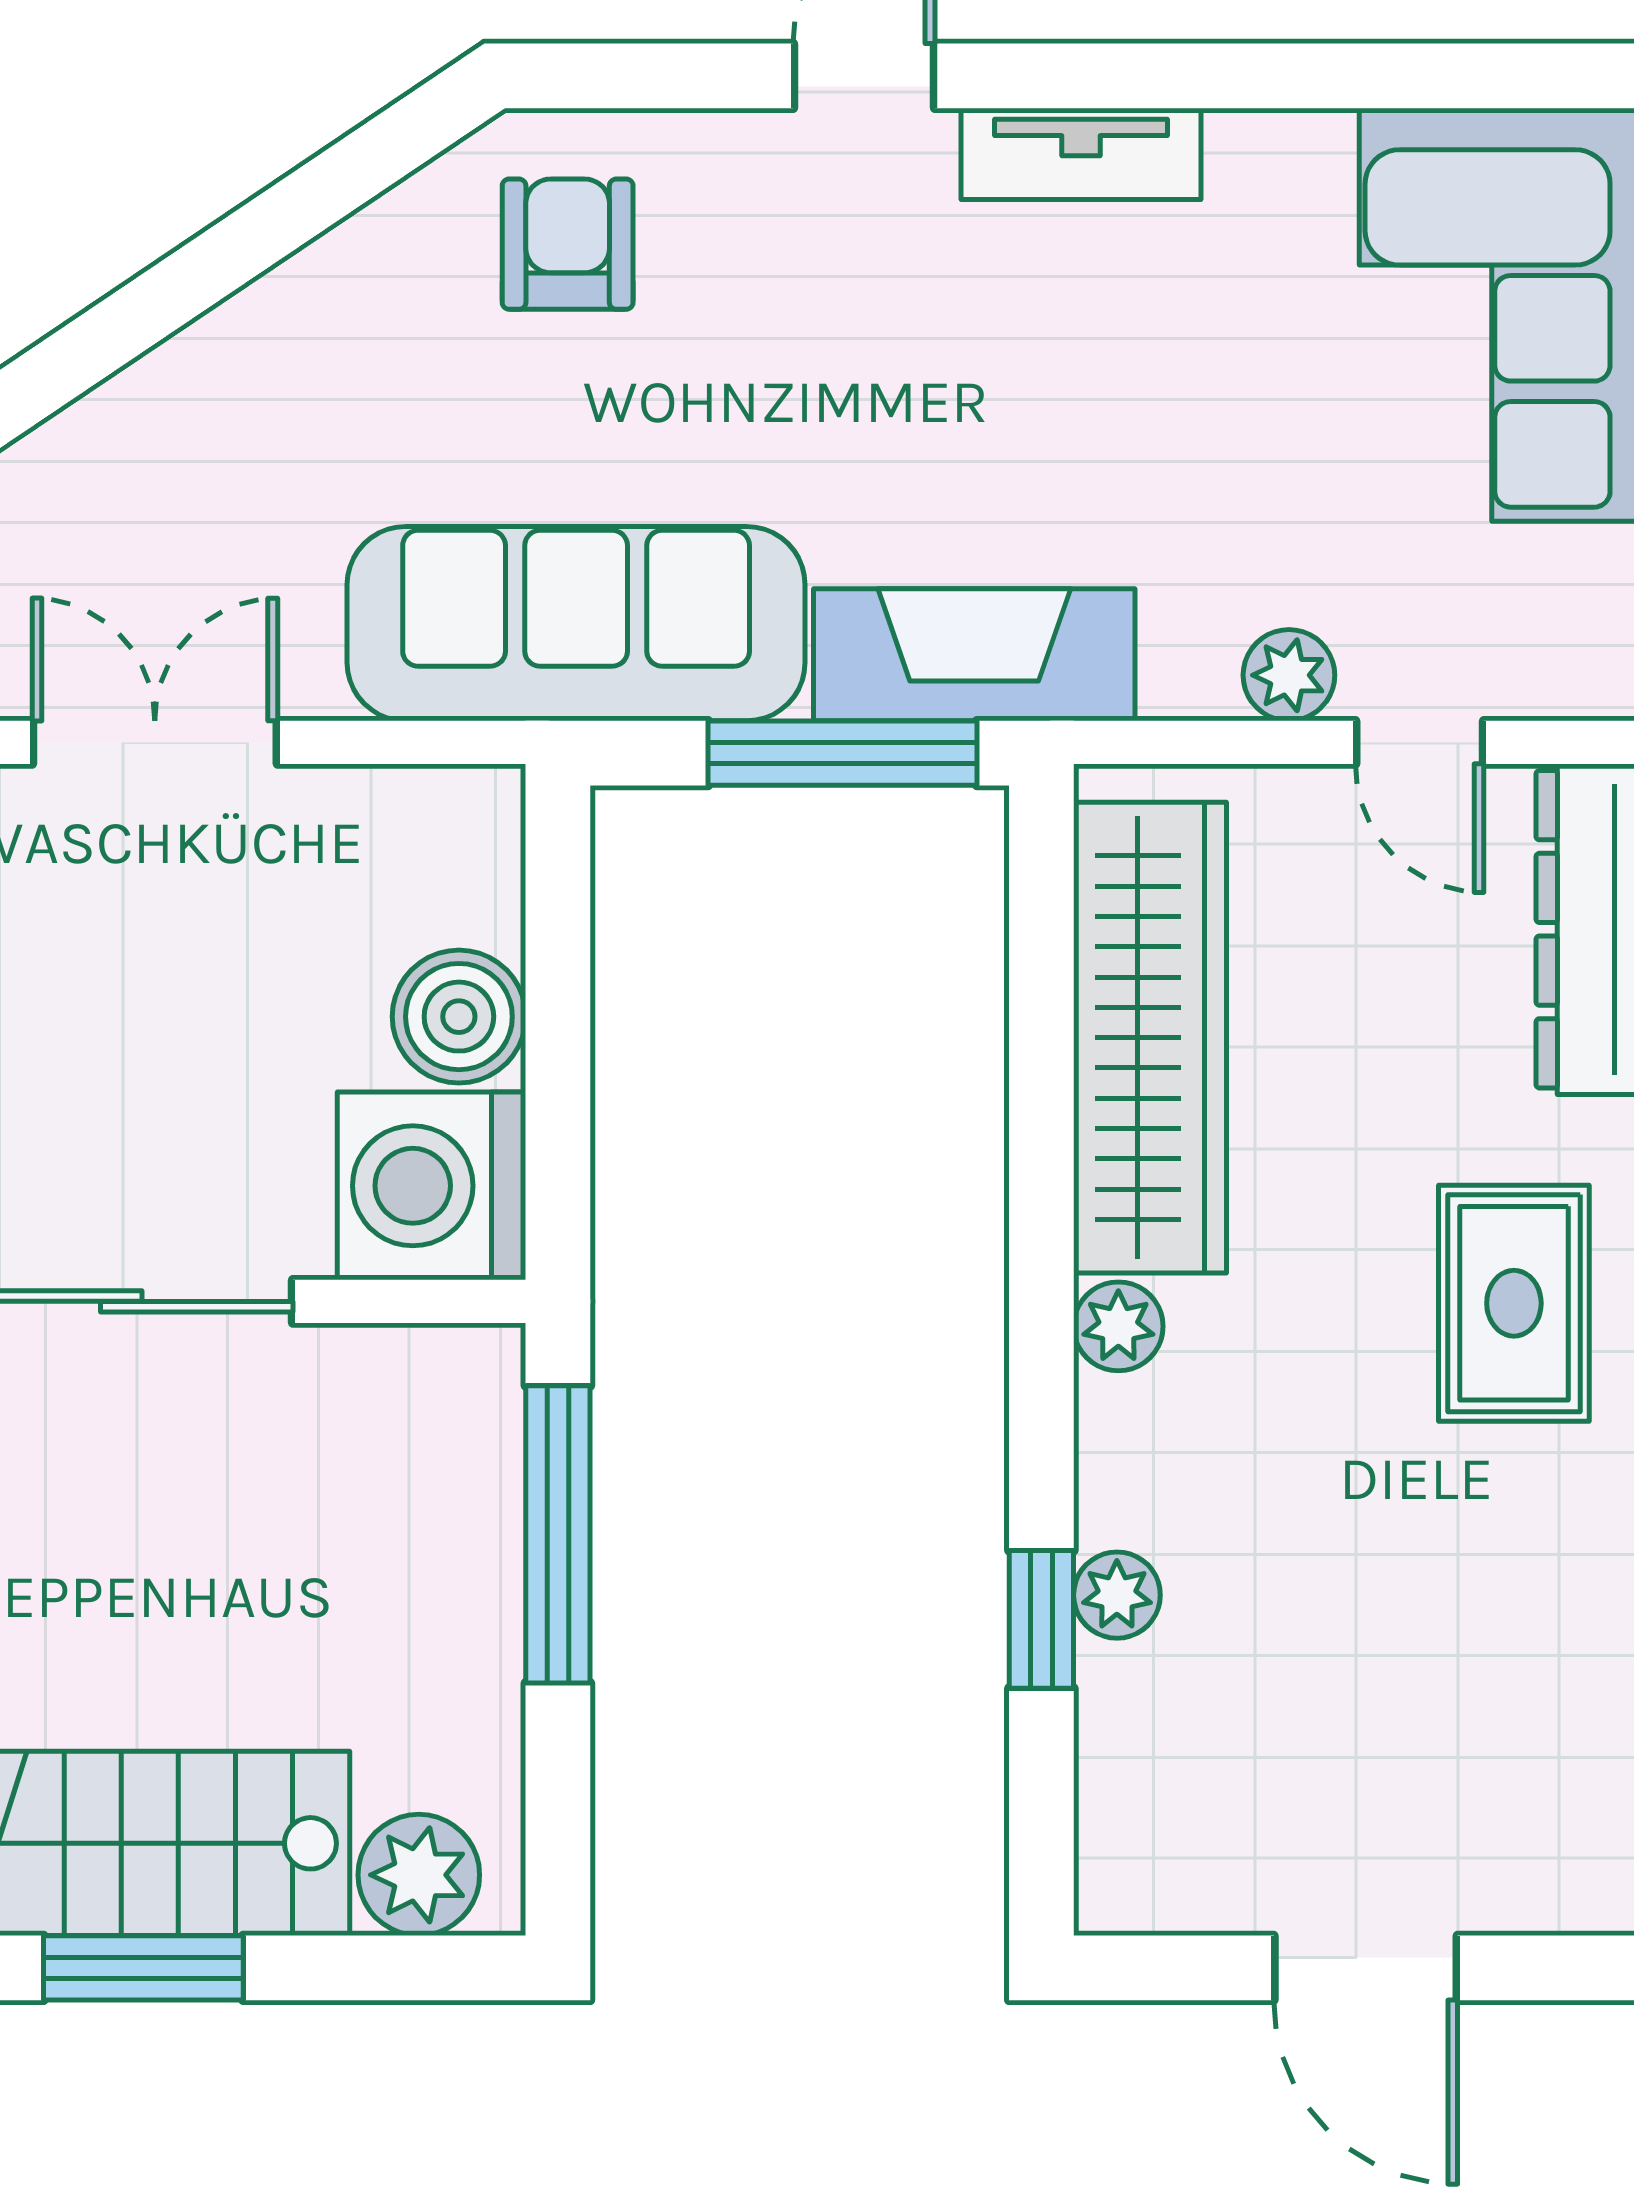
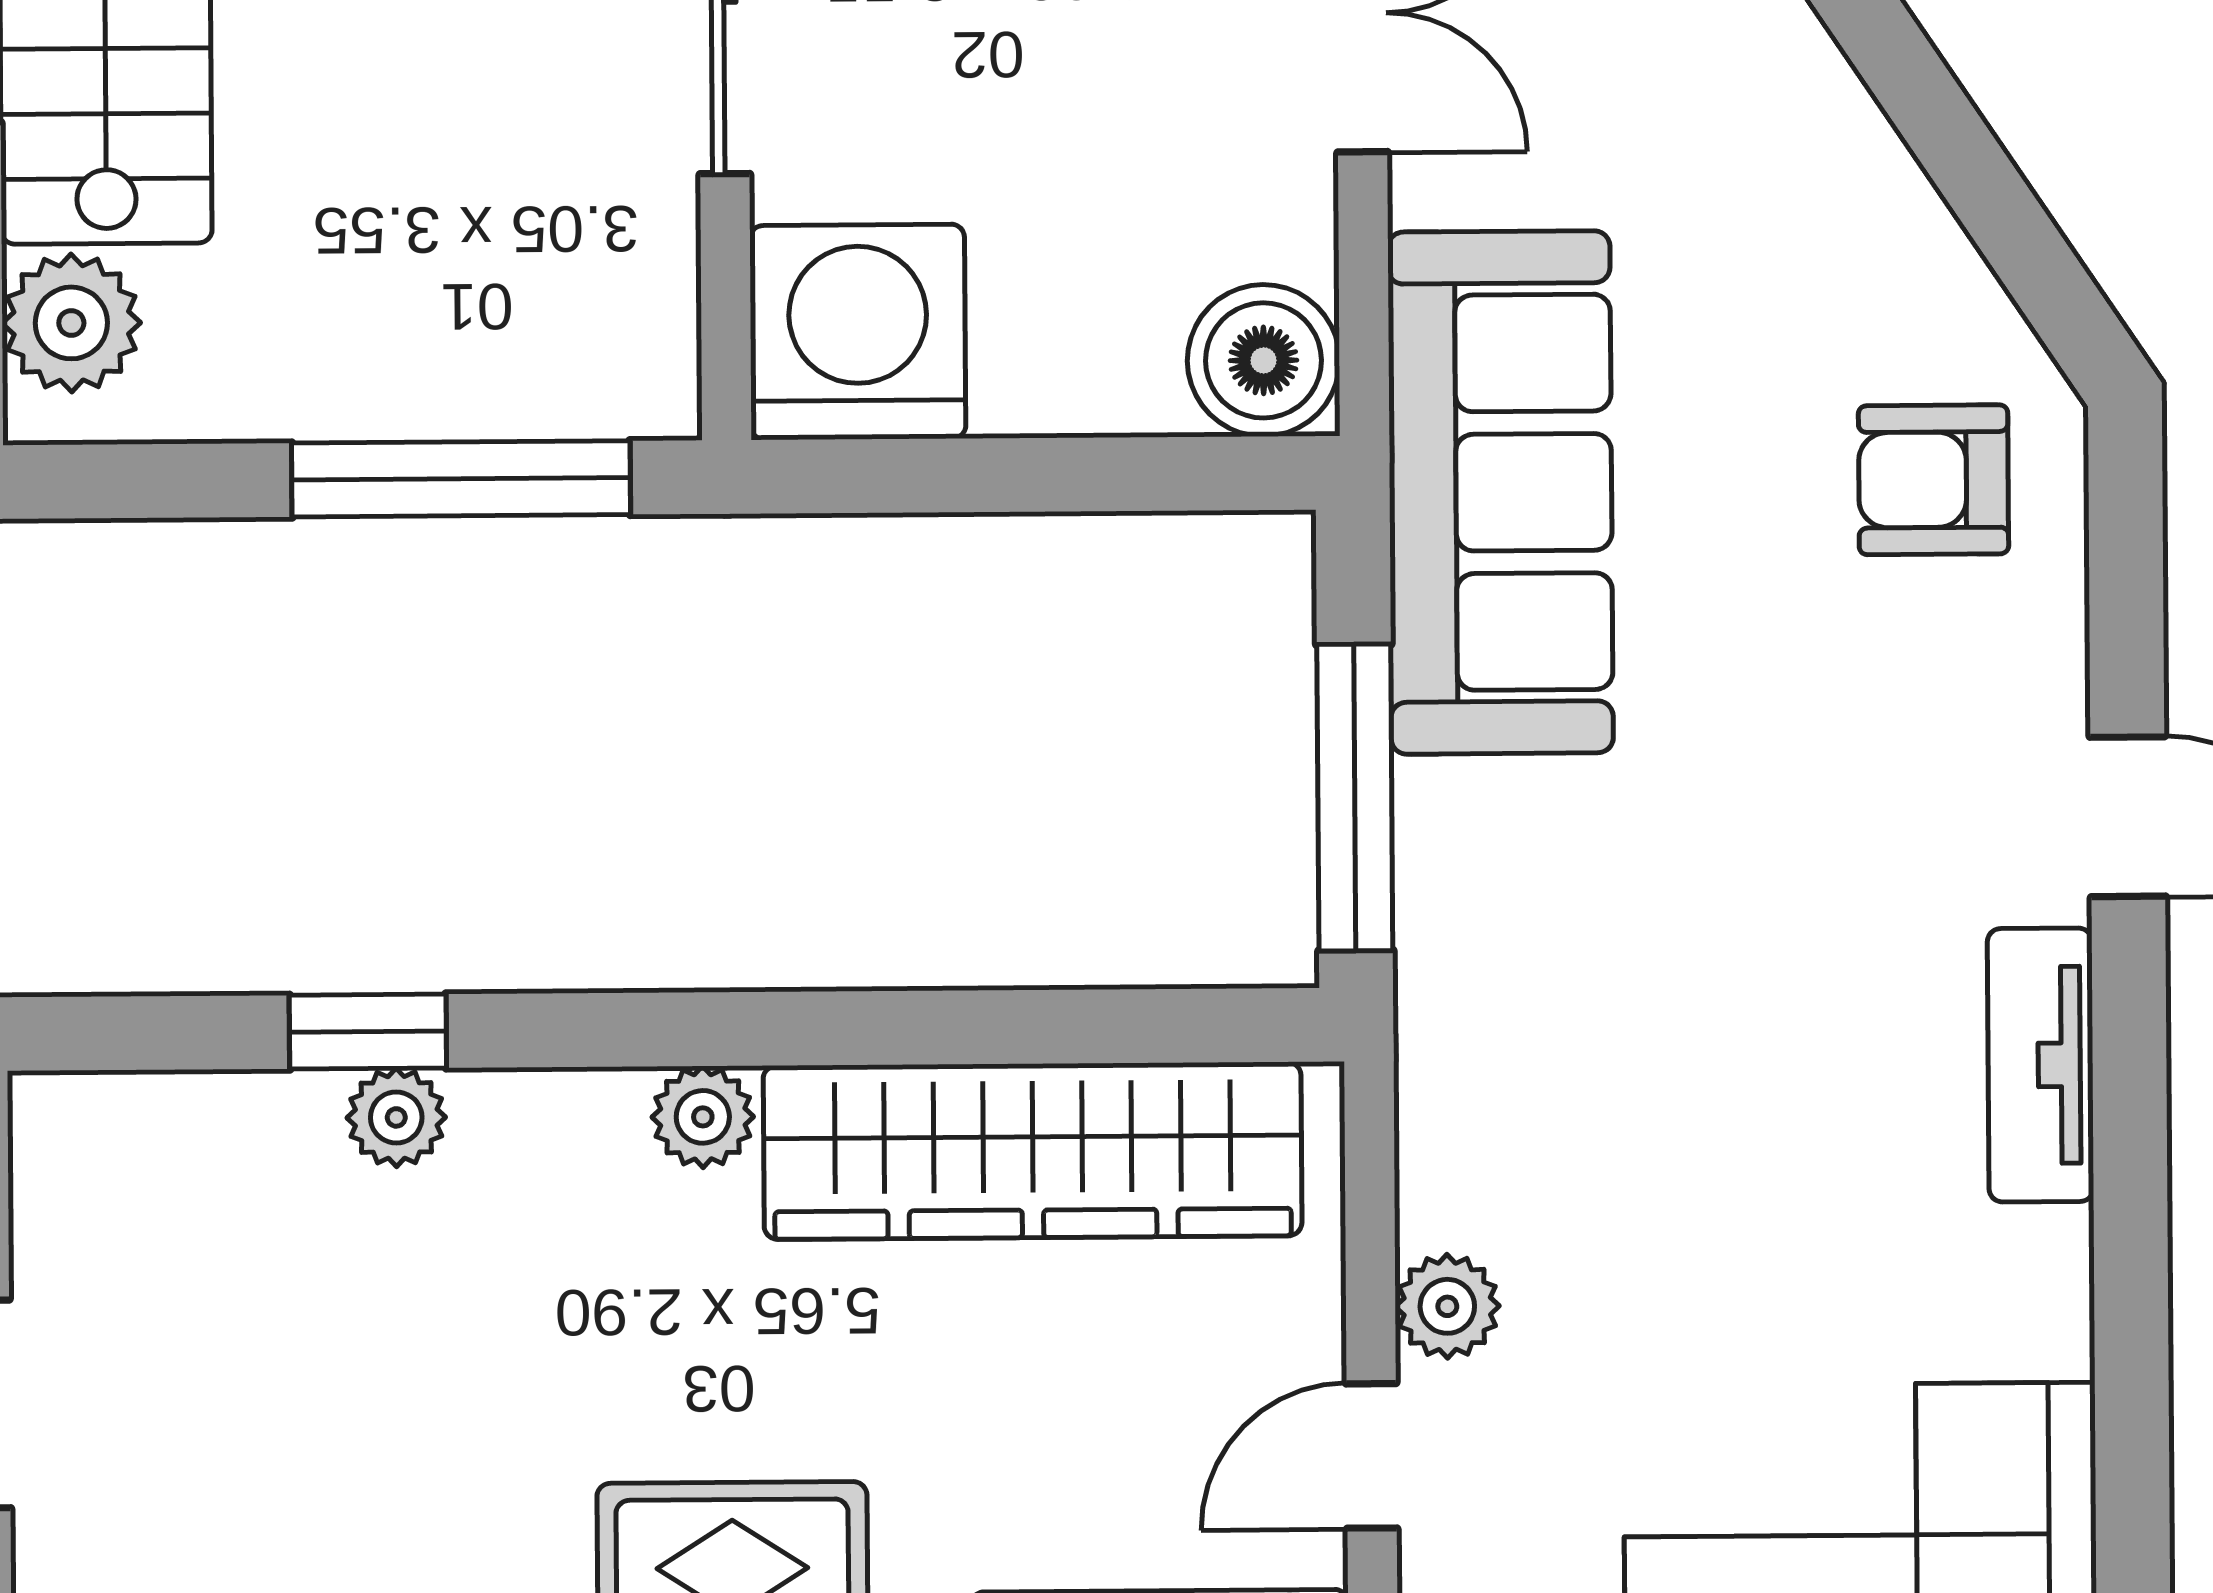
armchair: (568, 244) -> (1933, 480), turned 180
fireplace: (974, 655) -> (1468, 947), removed
boiler: (459, 1017) -> (1263, 360), moved

